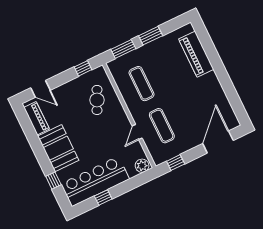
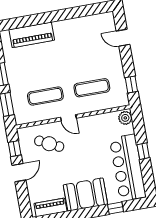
door: (40, 89) -> (19, 173), moved
door: (137, 132) -> (68, 118), moved
door: (218, 142) -> (123, 38), width x0.53
window: (103, 197) -> (143, 151), moved

